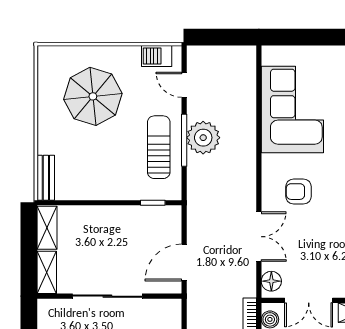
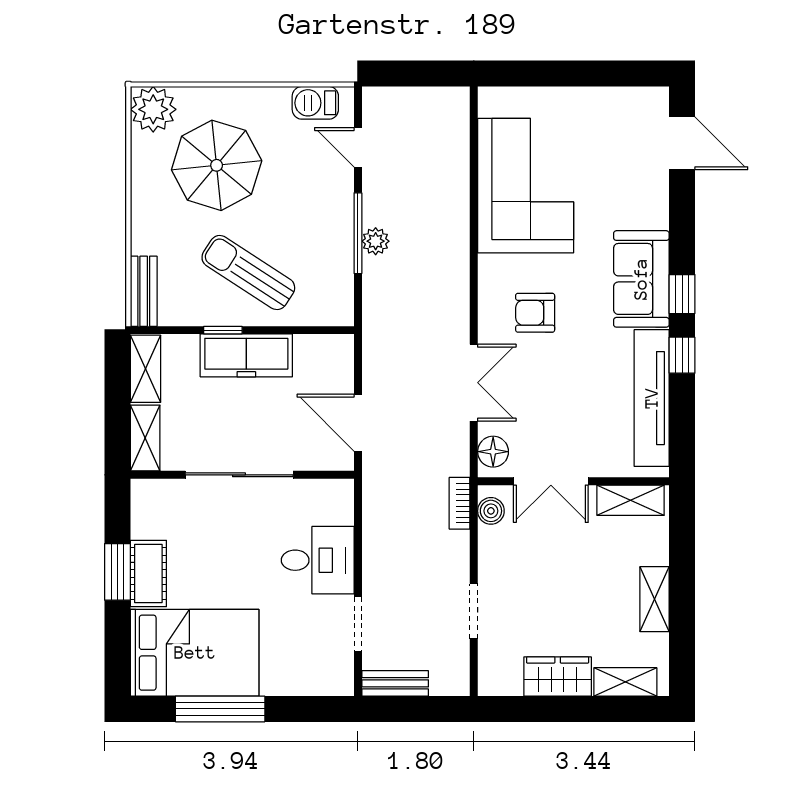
plant: (52, 60) -> (153, 109), added
plant: (203, 138) -> (376, 241), width x0.53, depth x0.53
sun lounger: (159, 147) -> (248, 273), moved, turned -57
window: (153, 203) -> (223, 330), moved
freezer: (112, 219) -> (246, 355), added
door: (184, 263) -> (358, 423), hinge flipped

